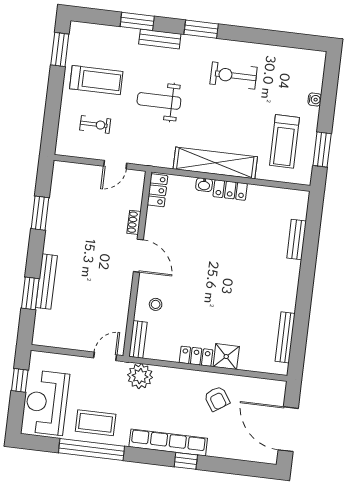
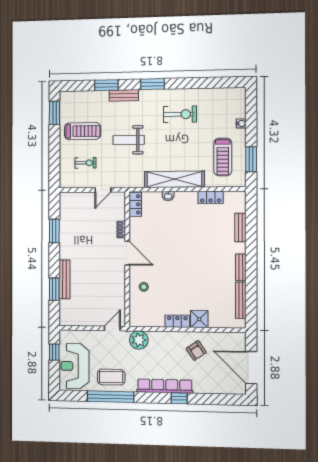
exercise bike: (234, 76) -> (180, 114), turned 180
locker: (230, 190) -> (211, 197), moved
bench: (138, 339) -> (241, 267), moved

